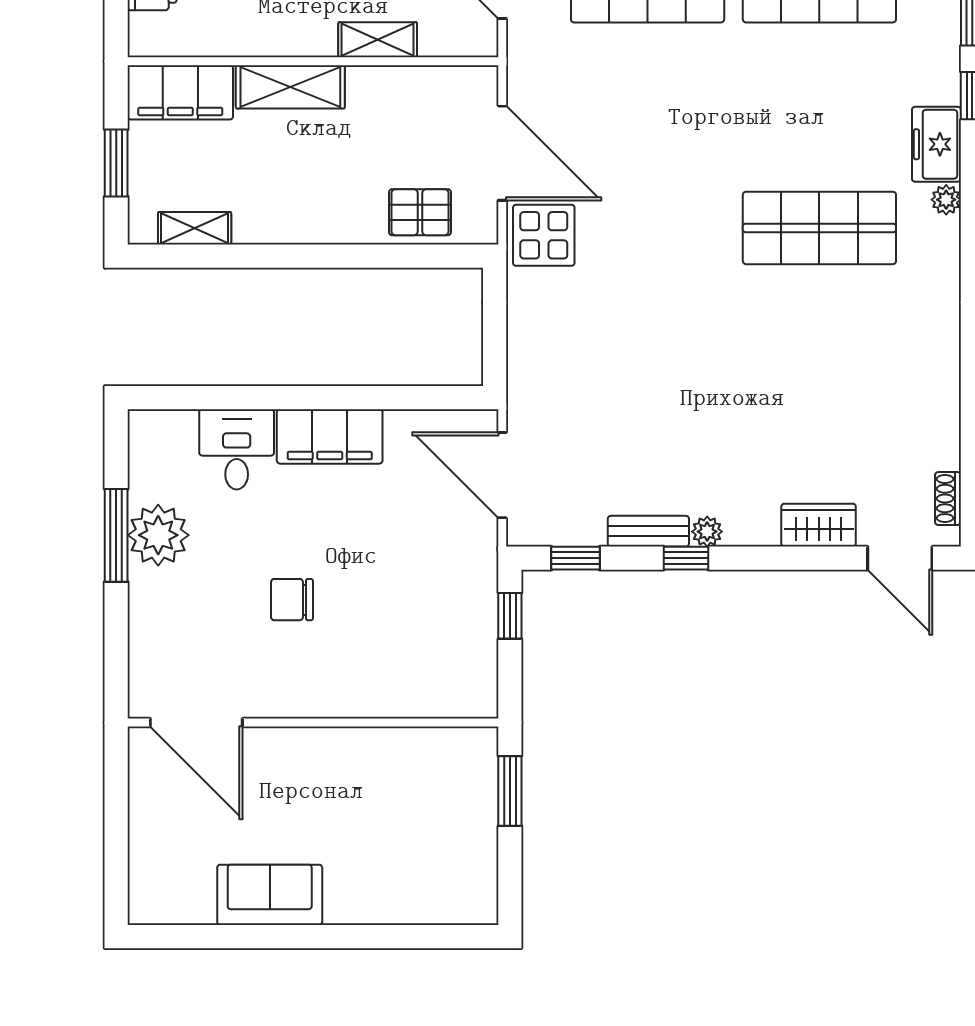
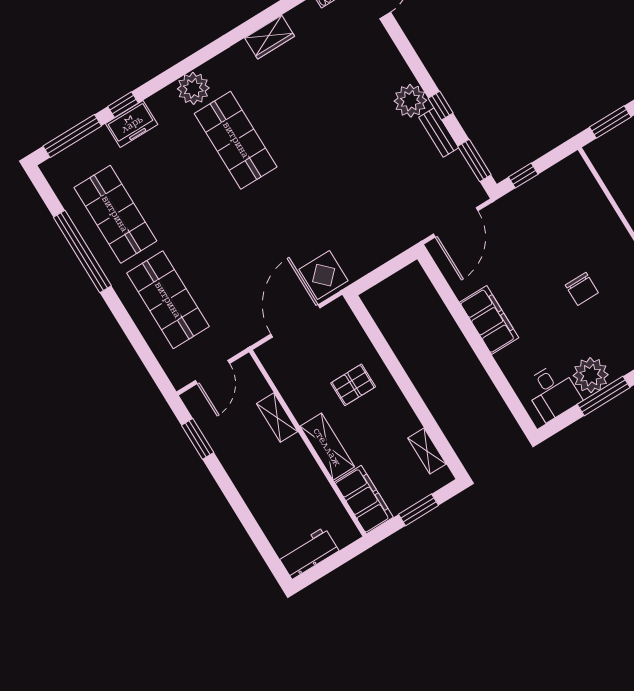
freezer: (936, 144) -> (132, 124), moved
plant: (946, 200) -> (193, 88), width x1.88, depth x1.88
pallet: (420, 212) -> (353, 385), moved, turned 90
desk: (237, 449) -> (552, 392), moved, turned -90
wardrobe: (819, 525) -> (270, 37), moved, turned -90
plant: (707, 532) -> (410, 101), width x1.88, depth x1.88
window: (576, 558) -> (474, 161), width x1.50

